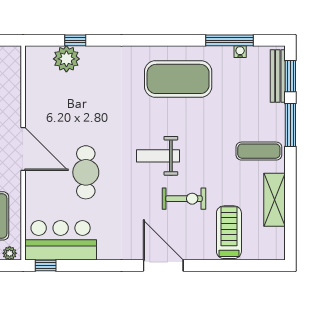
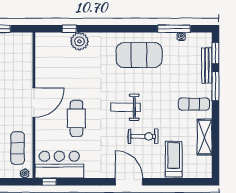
plant: (66, 59) -> (79, 41), moved
bench: (278, 76) -> (207, 66), moved
door: (23, 149) -> (34, 103), hinge flipped

